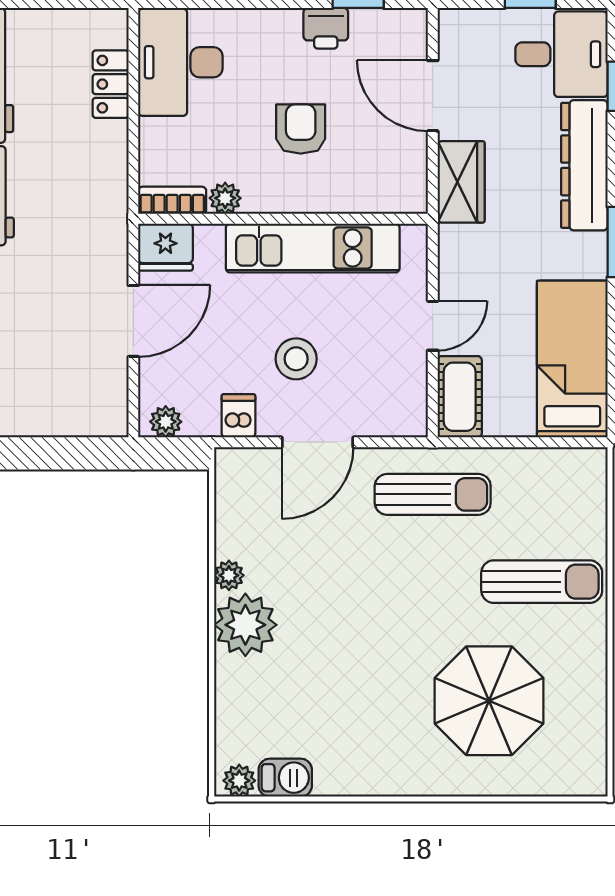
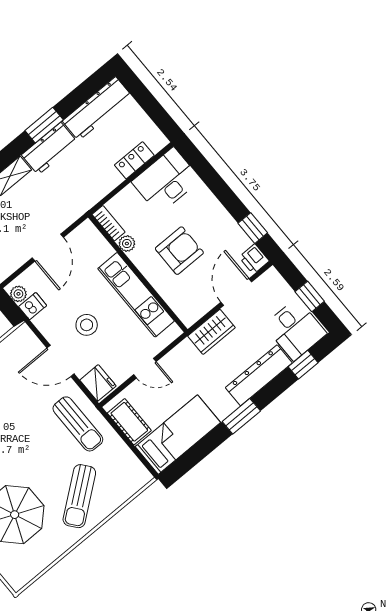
printer: (326, 28) -> (254, 259), moved
armchair: (301, 129) -> (179, 251), width x1.38, depth x1.38
fridge: (165, 247) -> (98, 383), moved, turned 180
door: (133, 321) -> (48, 248), hinge flipped
cot: (460, 397) -> (129, 422), moved, turned 90
dishwasher: (238, 416) -> (33, 306), moved
sun lounger: (542, 582) -> (79, 496), turned 52

